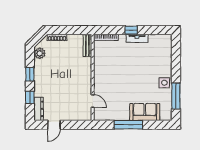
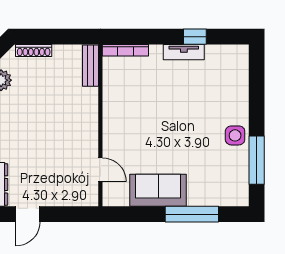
window: (131, 30) -> (195, 37), moved
sofa: (145, 112) -> (158, 190), moved
window: (128, 125) -> (192, 214), moved

